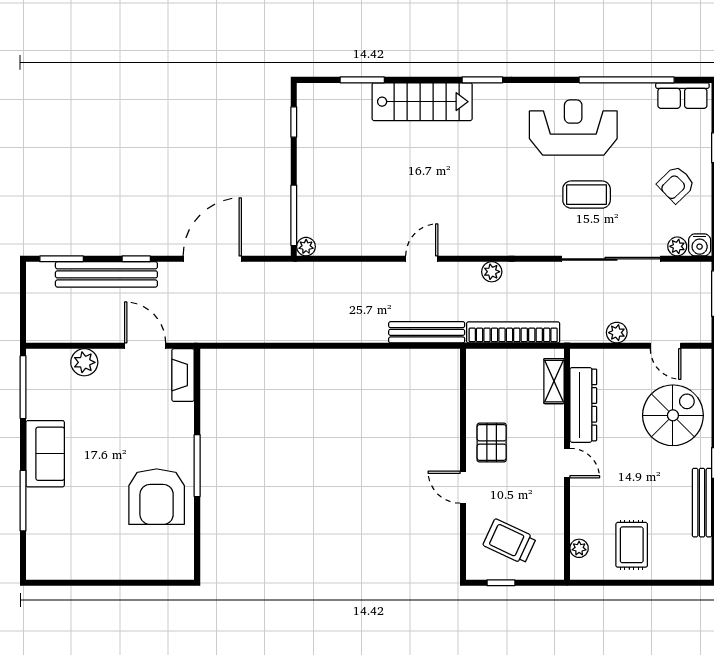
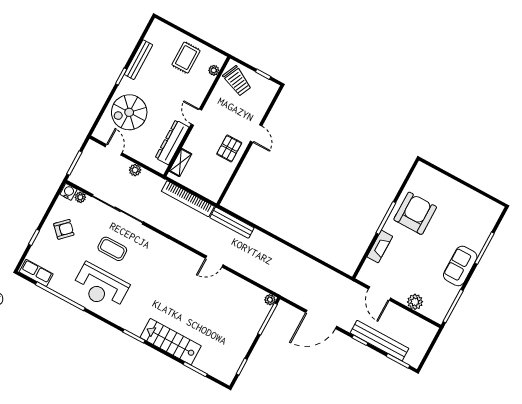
plant: (492, 272) -> (182, 236), removed
fireplace: (183, 375) -> (380, 247), moved
trolley: (510, 541) -> (237, 81), moved

